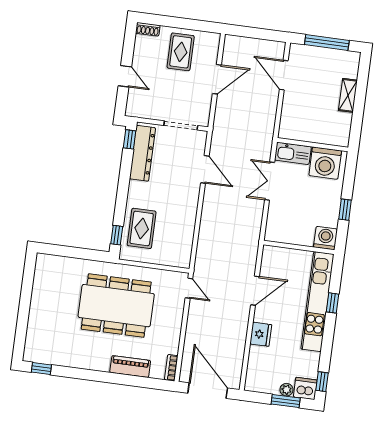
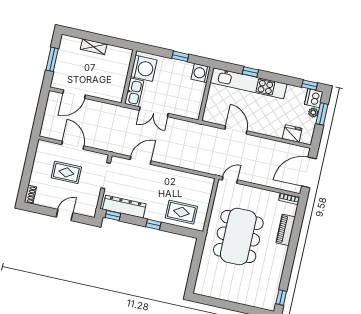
window: (327, 42) -> (52, 59), width x0.69
rug: (181, 52) -> (66, 172), moved
window: (117, 235) -> (153, 224), moved
fridge: (261, 334) -> (292, 133), moved

